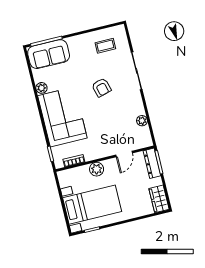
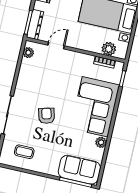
plant: (142, 121) -> (28, 53), moved
plant: (97, 169) -> (109, 49), moved

